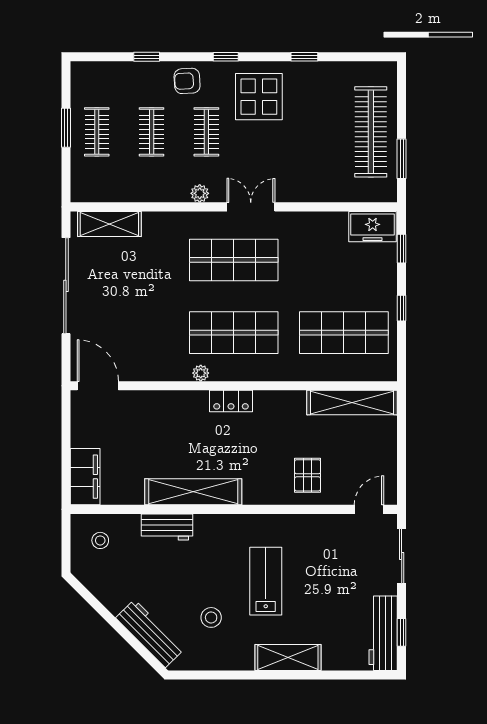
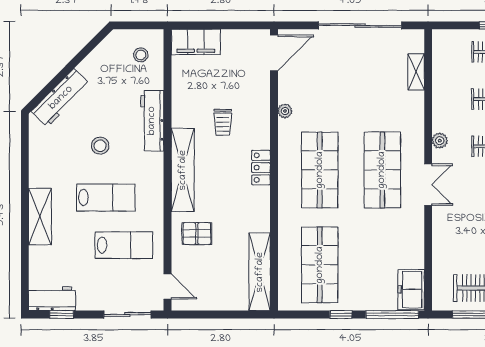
shelving: (109, 224) -> (416, 72), width x0.67, depth x0.75
window: (402, 249) -> (392, 315), width x2.17
plant: (201, 373) -> (285, 111), moved
trolley: (178, 445) -> (223, 122), added
shelving: (193, 492) -> (183, 170), moved
workbench: (167, 527) -> (152, 121), width x1.38
lab bench: (321, 560) -> (124, 245), added
stool: (211, 617) -> (100, 146), moved
workbench: (383, 633) -> (52, 299), width x0.73

